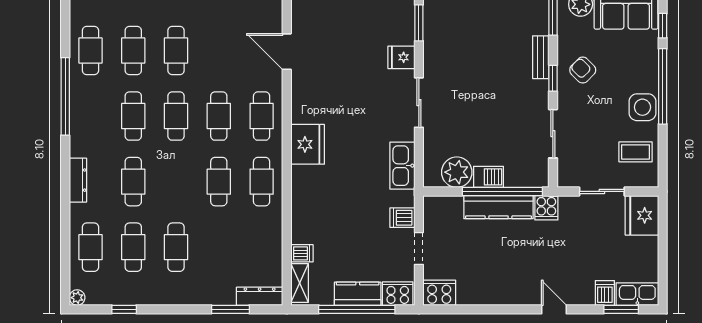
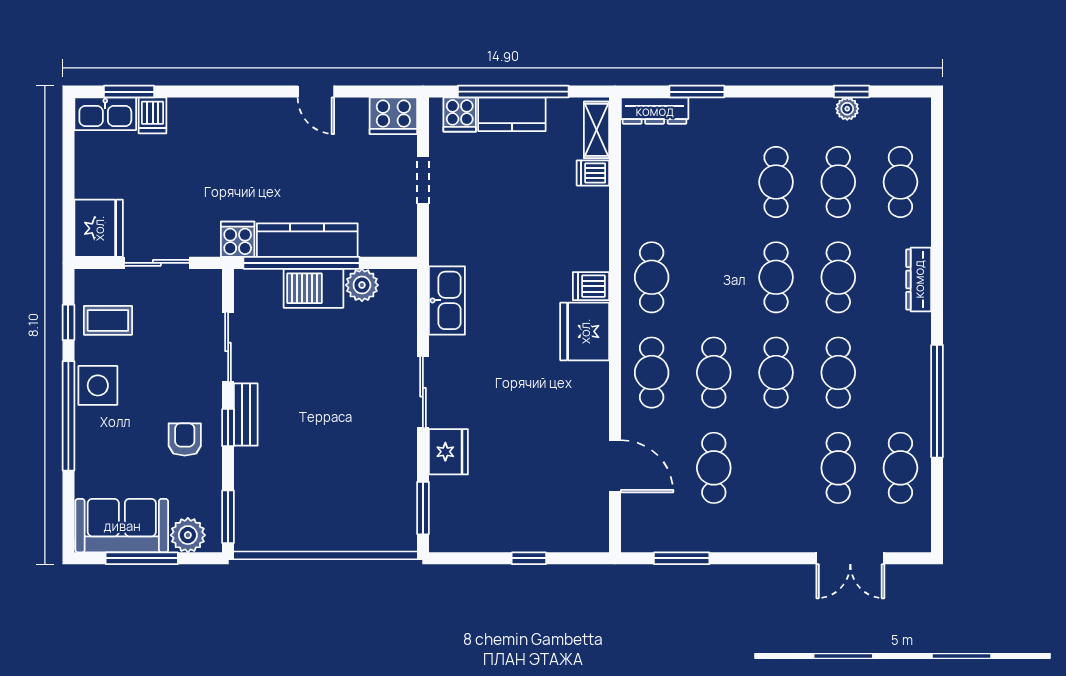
window: (663, 26) -> (68, 322), moved
cafe table: (176, 51) -> (714, 468), moved
fridge: (401, 57) -> (448, 452), width x1.38
bench: (541, 57) -> (246, 415), moved
armchair: (583, 70) -> (185, 439), turned -135
plant: (457, 172) -> (362, 285), width x0.73, depth x0.73
barbecue: (489, 177) -> (314, 288), width x1.38, depth x1.27
cafe table: (219, 182) -> (776, 277), moved
dishwasher: (402, 218) -> (591, 286), moved, turned 180
cooker: (398, 294) -> (460, 115), width x0.73
plant: (77, 298) -> (847, 109), moved
door: (554, 309) -> (316, 92), moved

